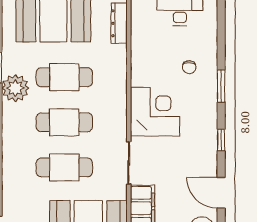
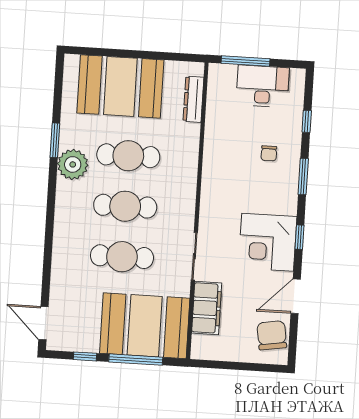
window: (221, 37) -> (307, 121), added
corner desk: (155, 112) -> (268, 242), moved, turned 180
door: (221, 193) -> (296, 296), hinge flipped

